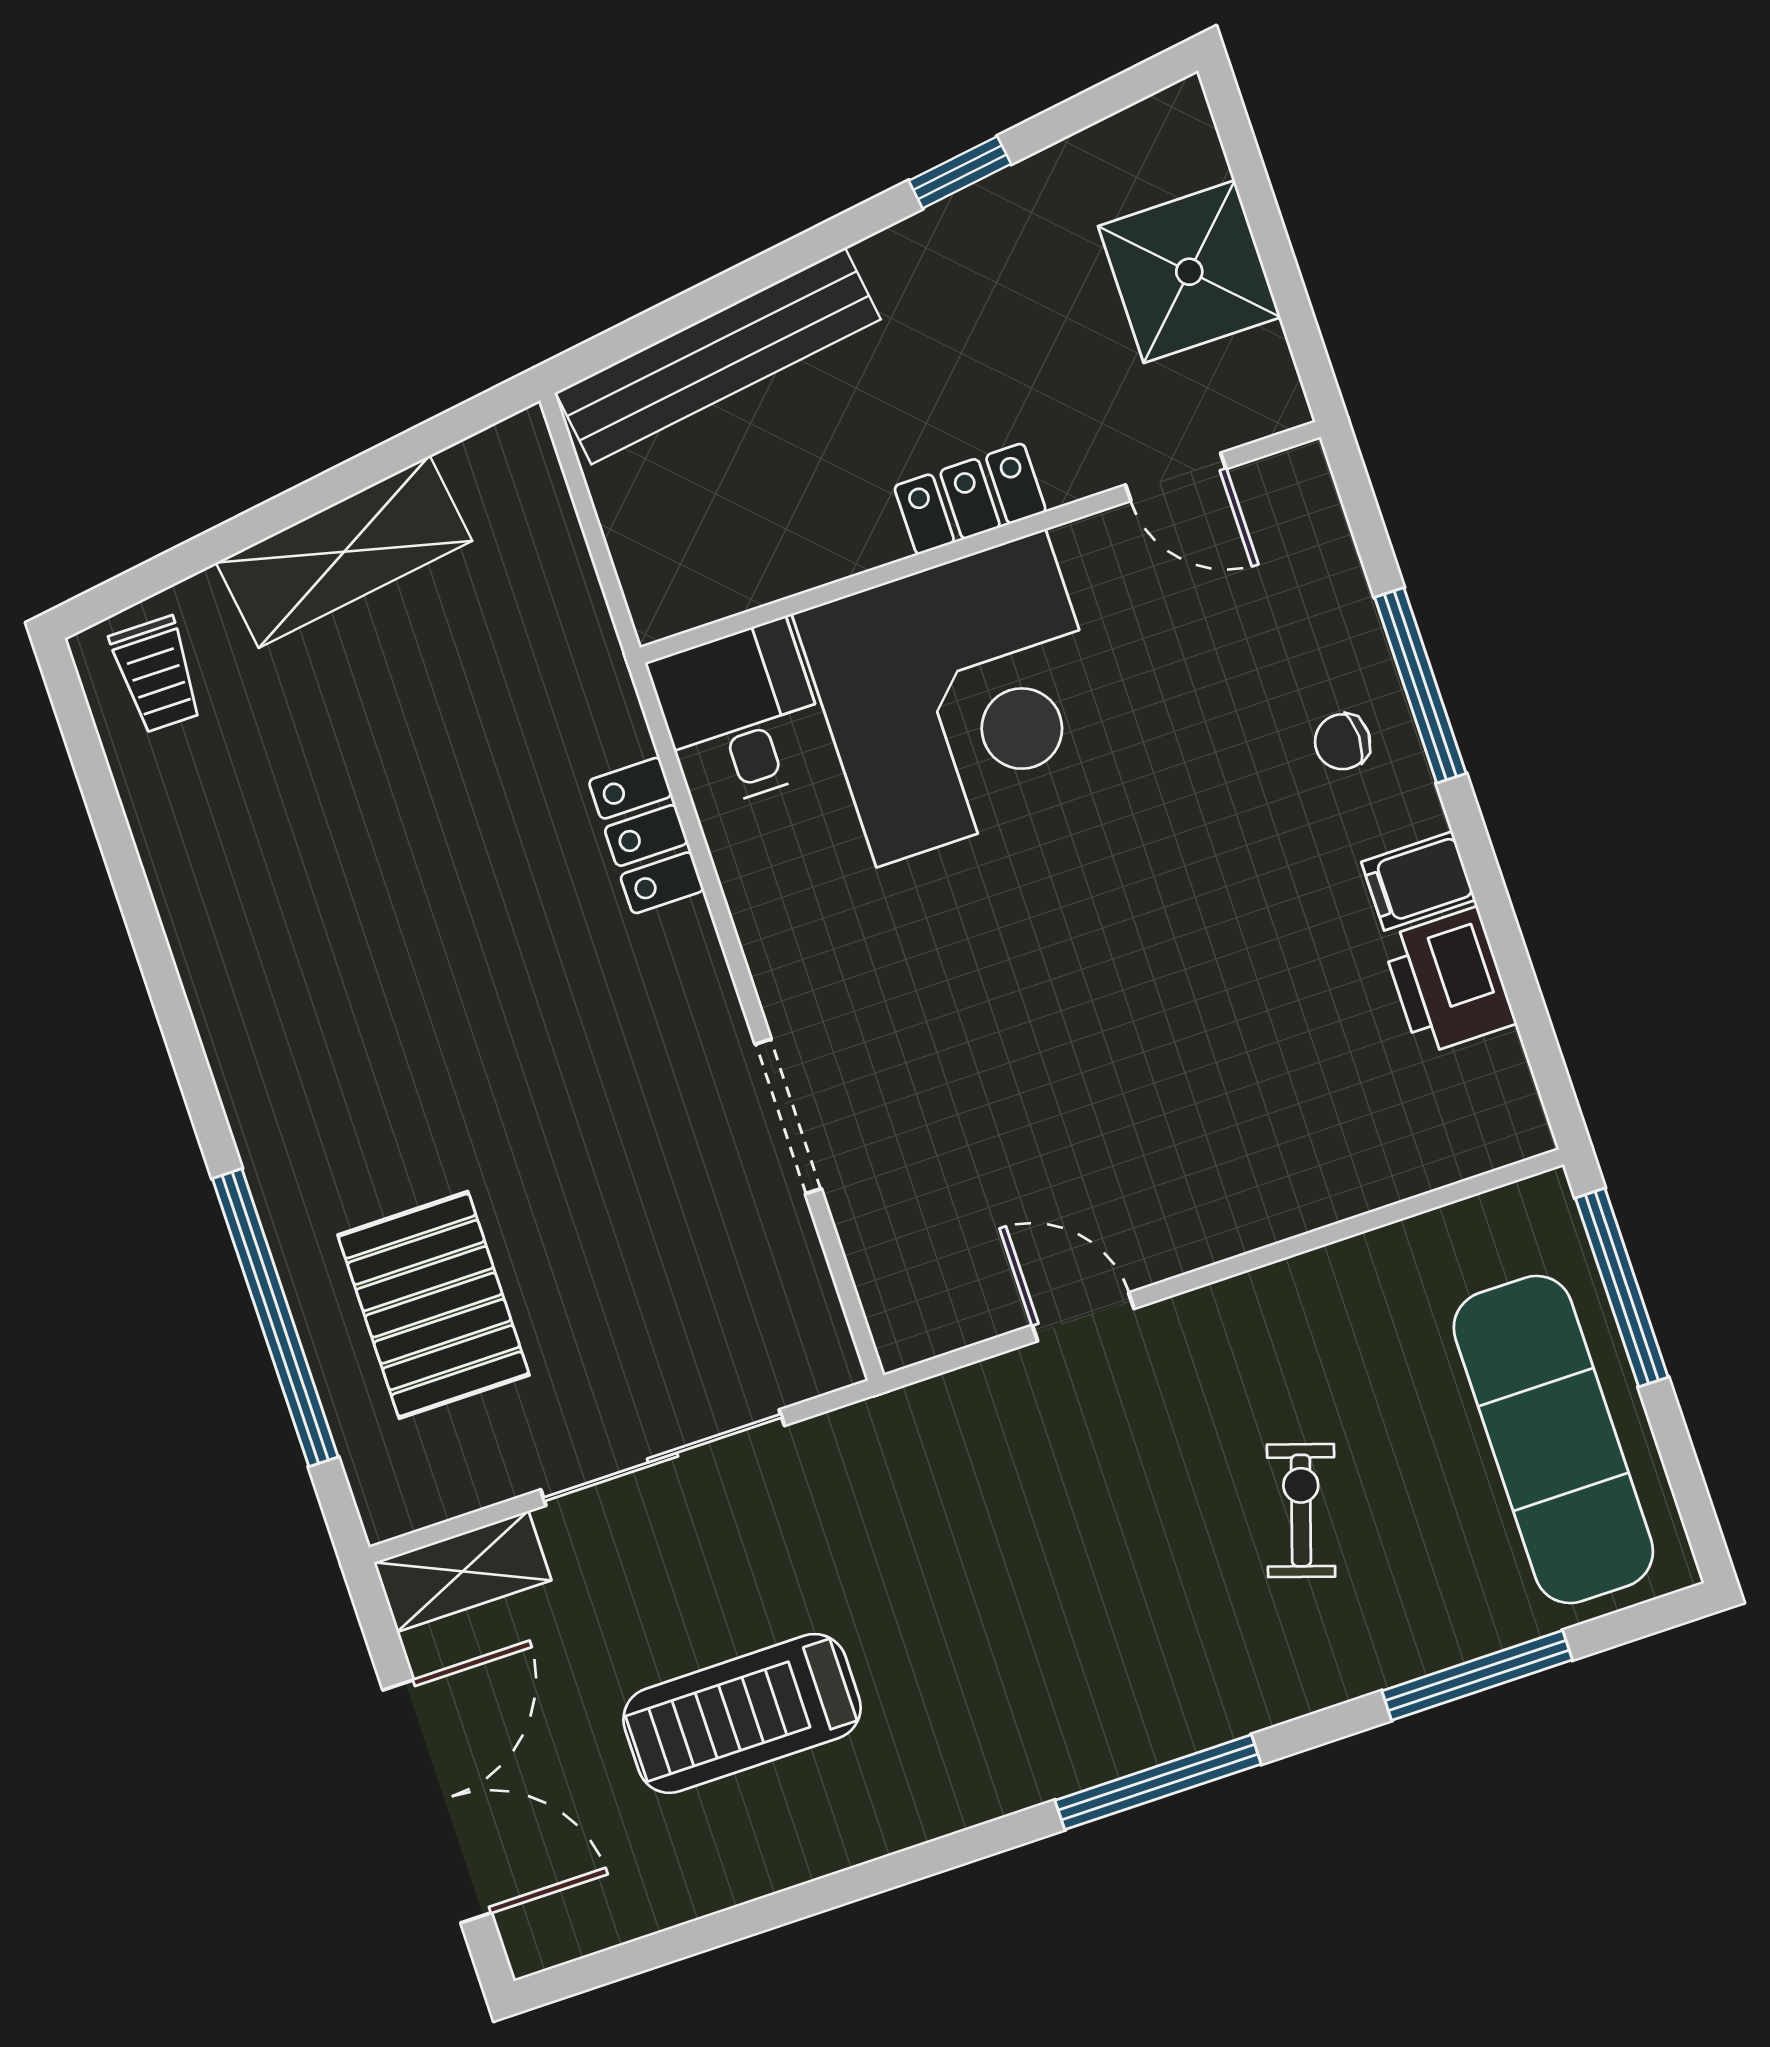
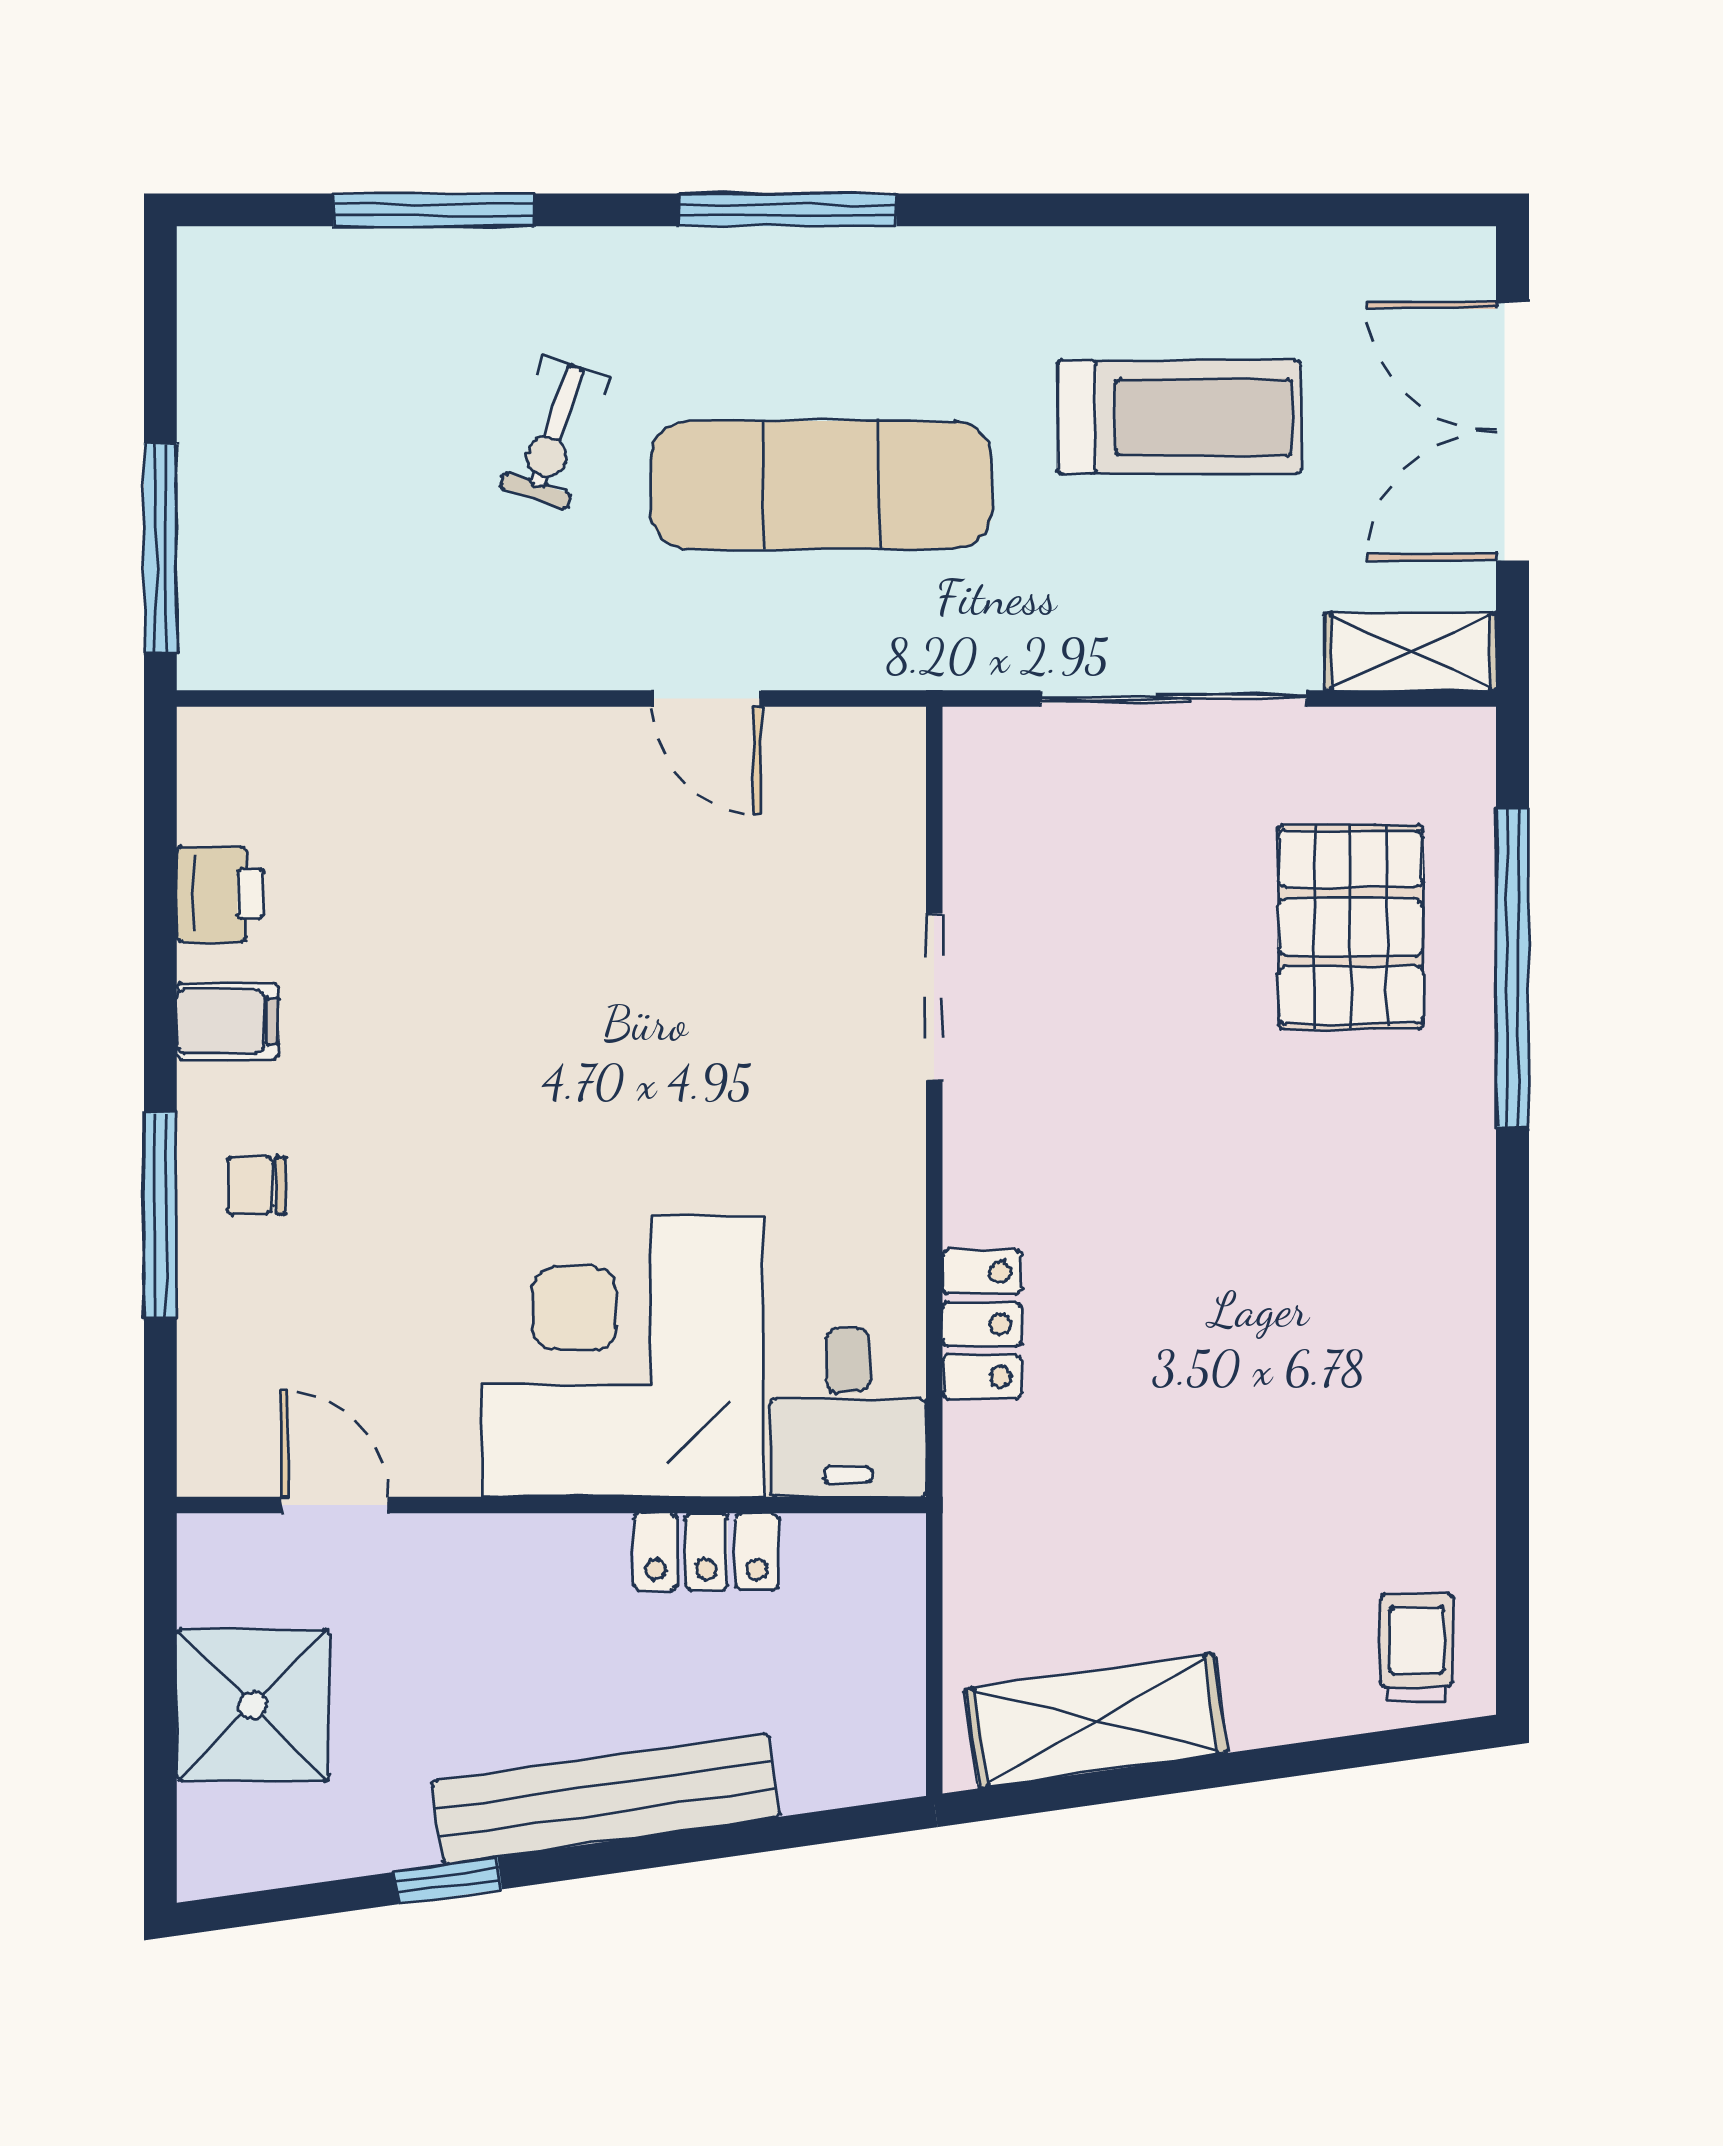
bench: (718, 356) -> (606, 1799), moved
locker: (970, 499) -> (706, 1552), moved
shelving: (344, 552) -> (1096, 1721), moved
chair: (1343, 742) -> (257, 1185), turned 180
printer: (1449, 981) -> (220, 894), width x0.73, depth x0.81
exercise mat: (1553, 1440) -> (821, 485), moved, turned 90

